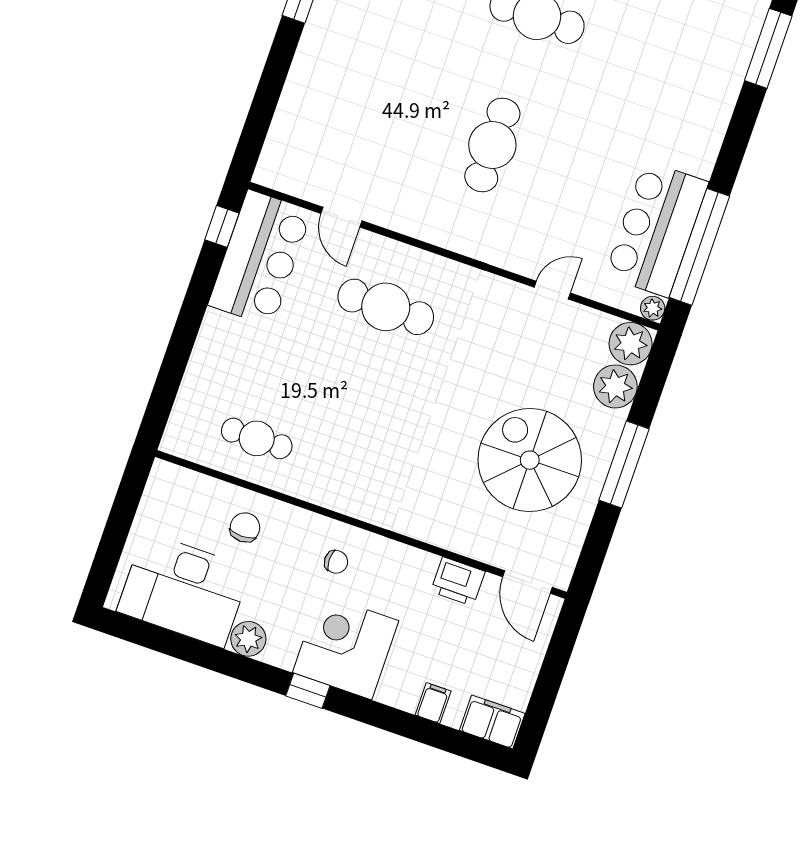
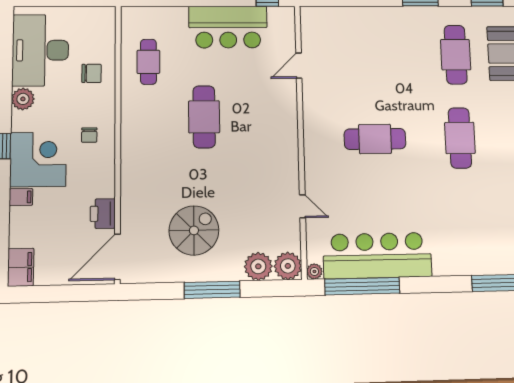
bar counter: (657, 229) -> (377, 256), width x1.36
bar counter: (260, 258) -> (228, 27), moved
cafe table: (386, 307) -> (204, 117), moved
spiral stairs: (530, 460) -> (194, 230), width x0.73, depth x0.73
door: (527, 582) -> (117, 257), width x1.36
filing cabinet: (433, 703) -> (21, 197), moved

